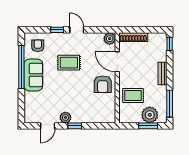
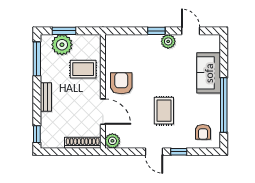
rug: (69, 63) -> (164, 111), turned 90
sofa: (33, 75) -> (209, 73), moved
door: (48, 126) -> (191, 31), hinge flipped

